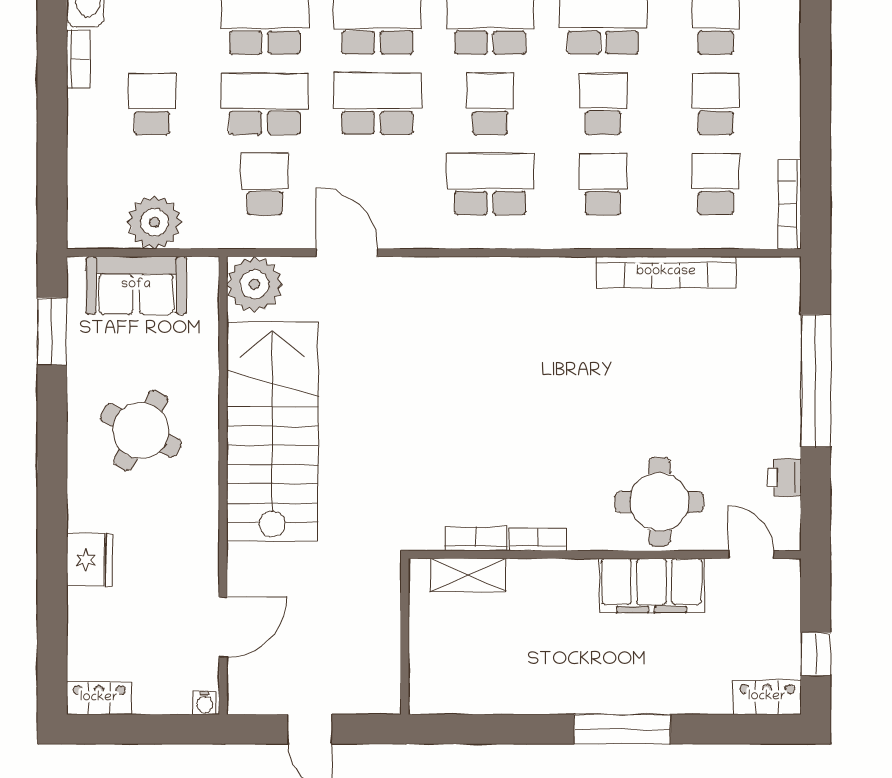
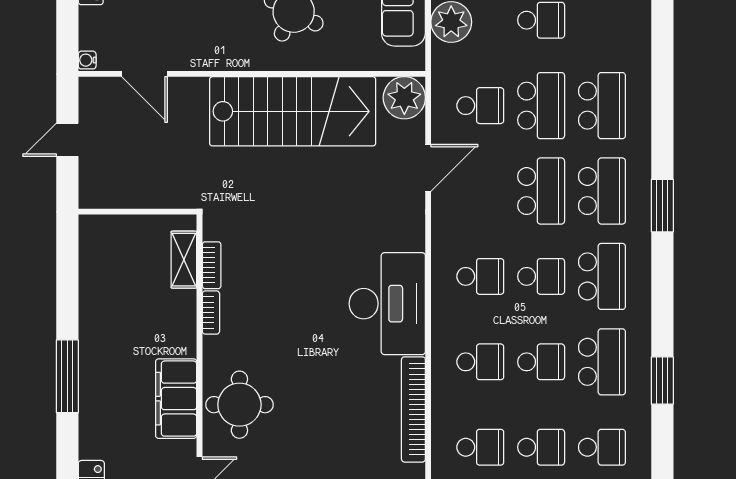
school desk: (490, 184) -> (480, 276), width x0.54
desk: (526, 307) -> (387, 304), added

